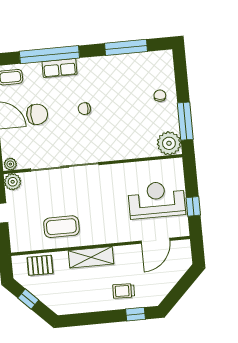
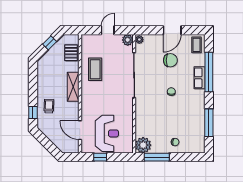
chair: (37, 114) -> (170, 60), turned -90

